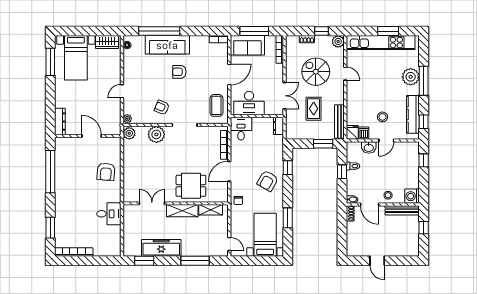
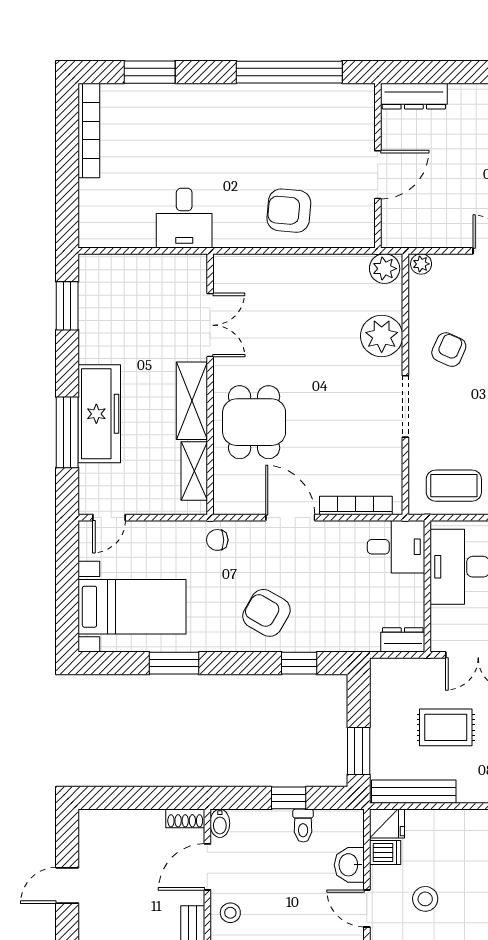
freezer: (161, 248) -> (99, 414), moved

